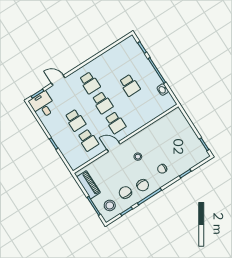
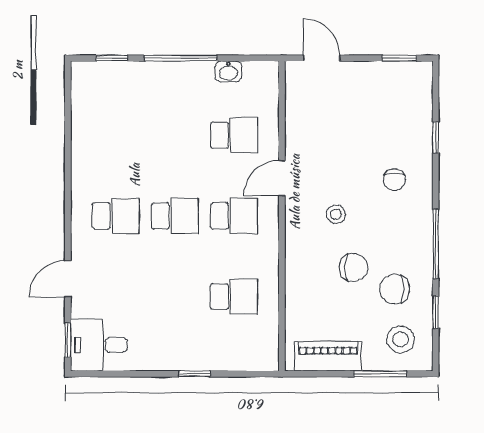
school desk: (130, 85) -> (234, 135), moved
door: (187, 118) -> (322, 58), added
school desk: (75, 120) -> (175, 297), removed
door: (113, 147) -> (282, 178), moved
chair: (143, 185) -> (353, 267), moved

